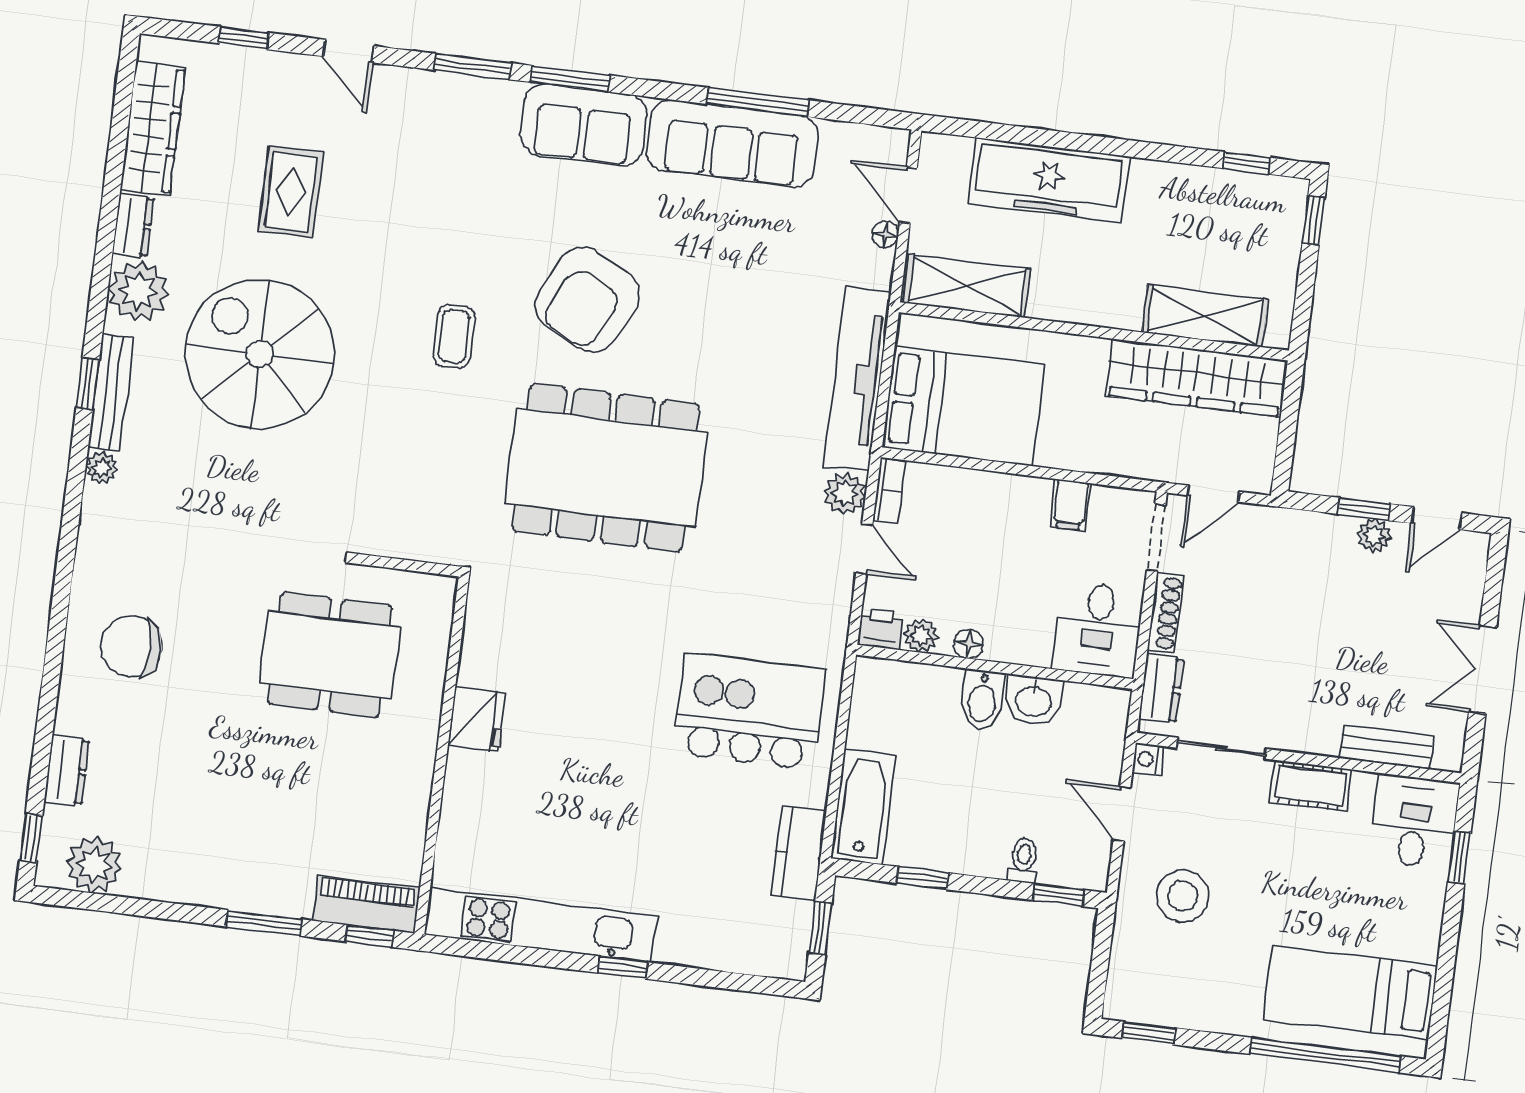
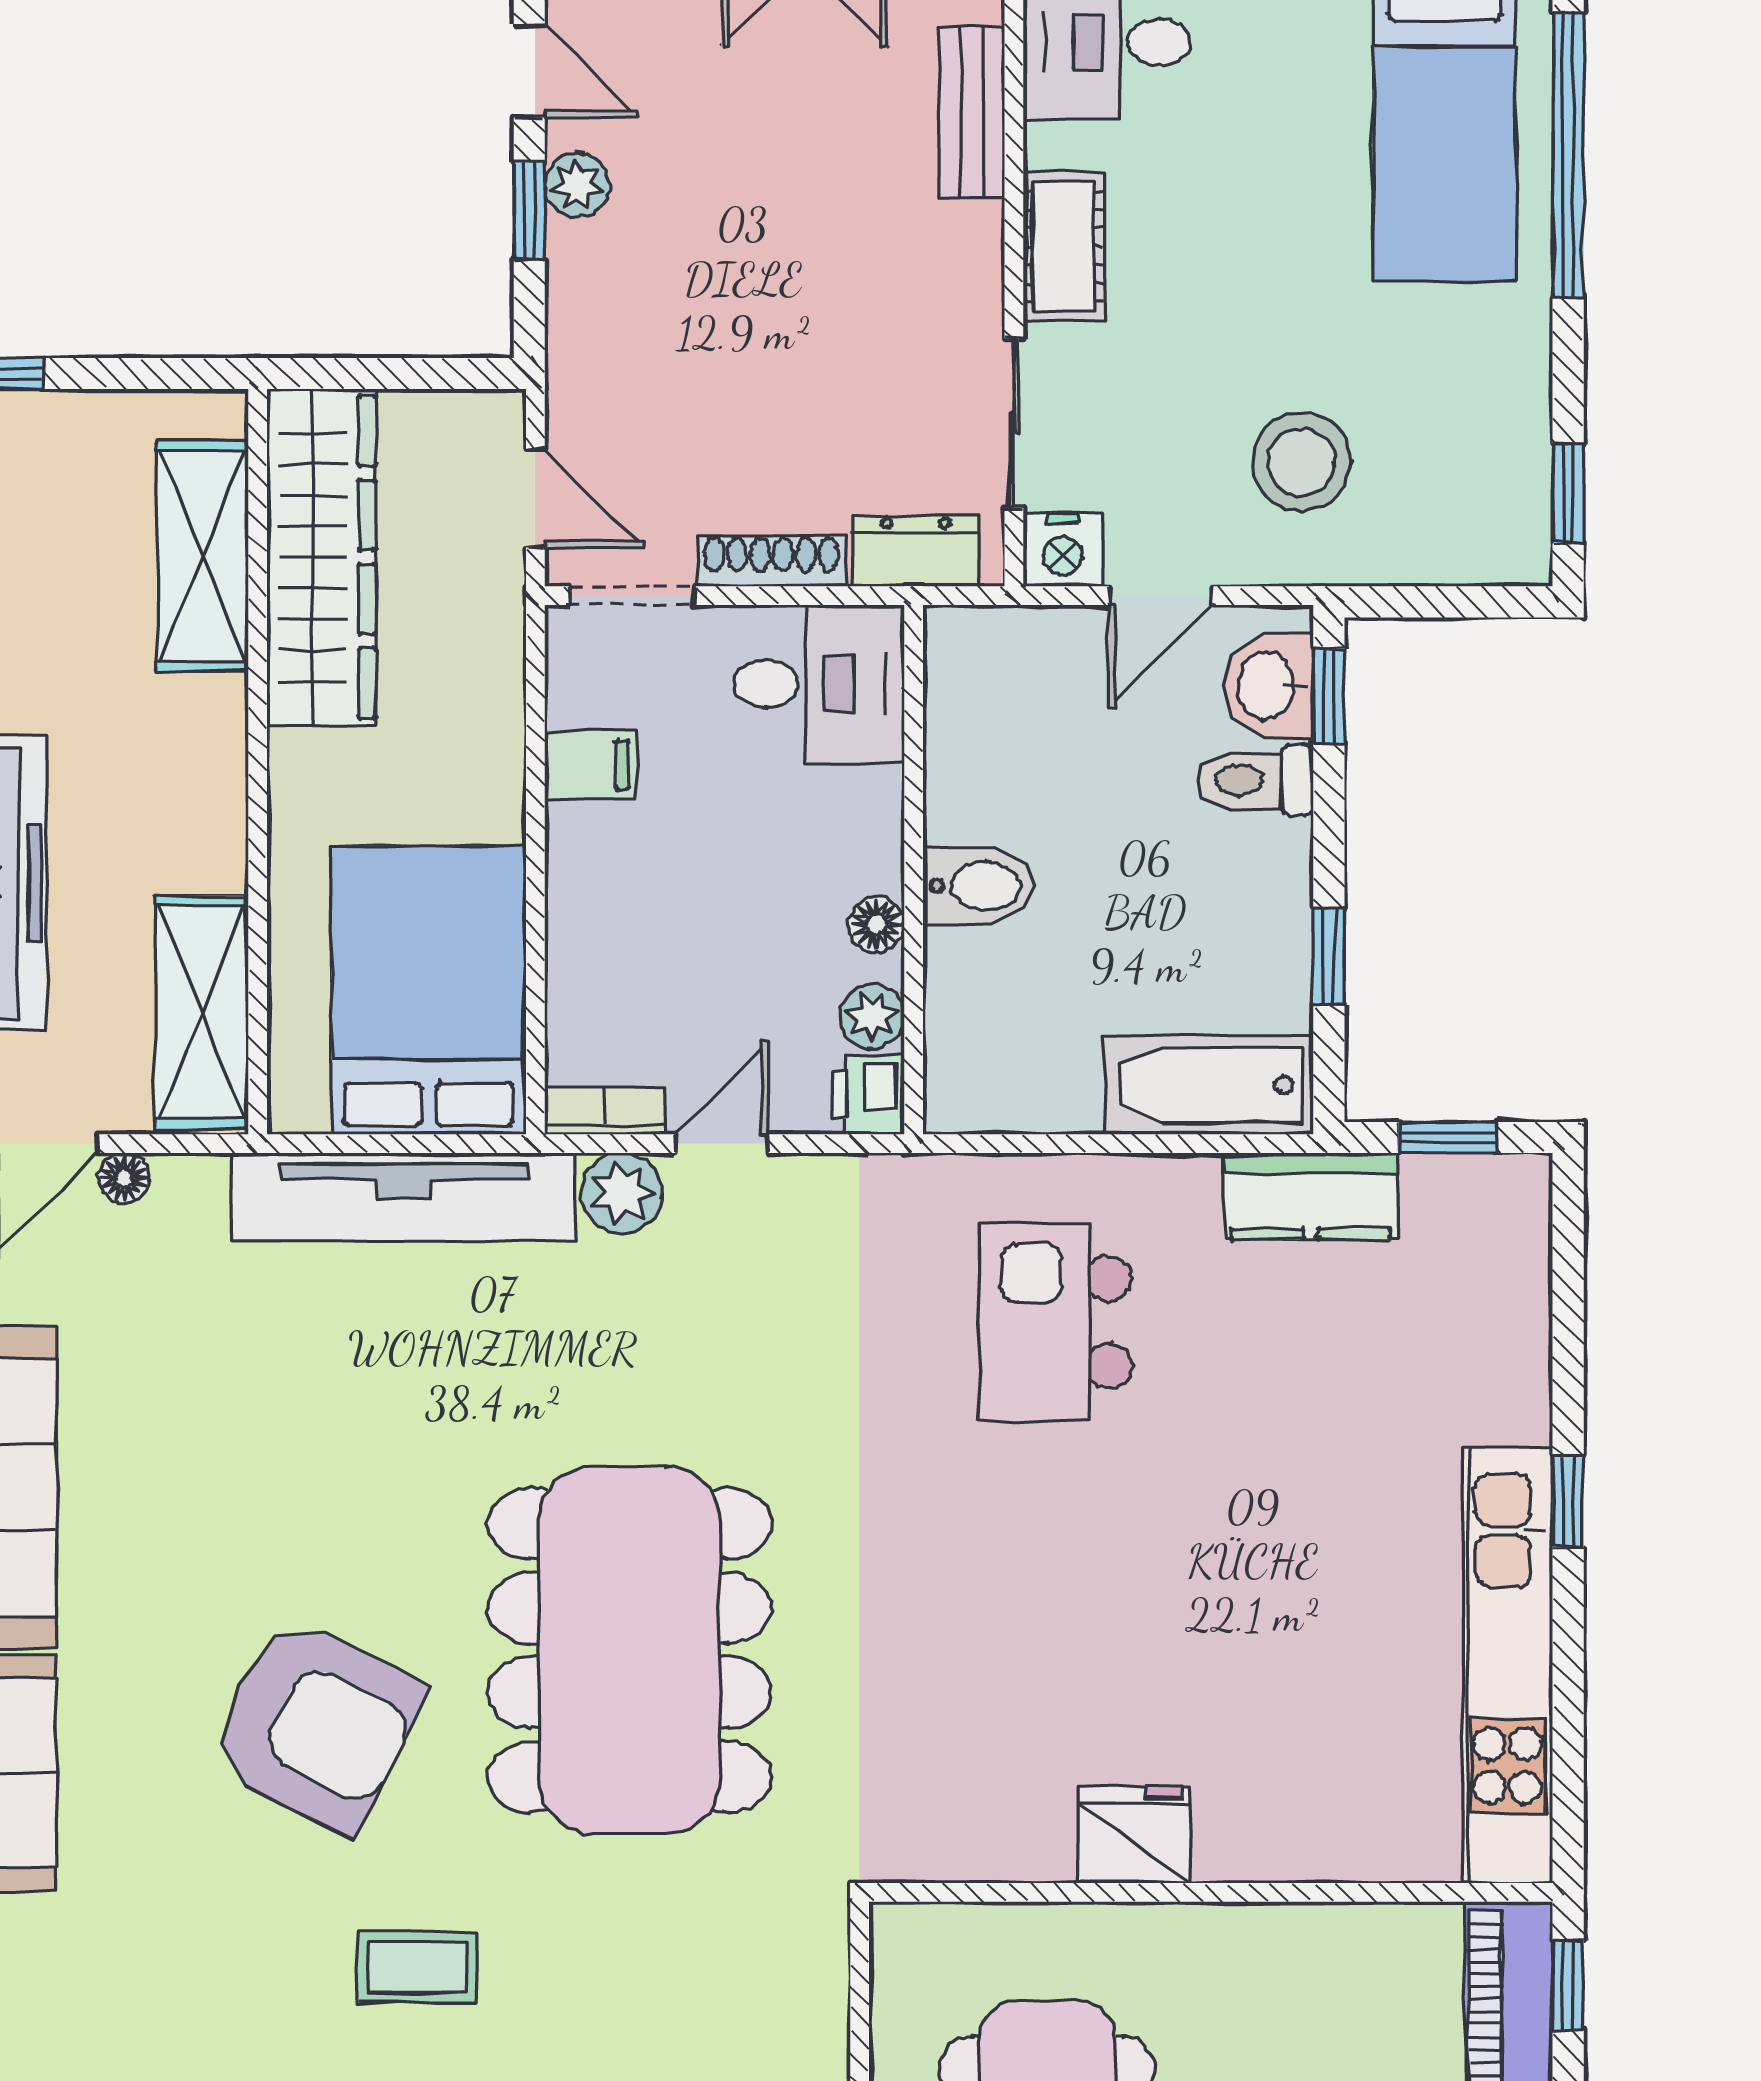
washbasin: (1034, 700) -> (1269, 686), moved, turned 180
kitchen island: (749, 712) -> (1056, 1322), width x0.73, depth x0.78
nightstand: (1148, 759) -> (1063, 550), width x1.39, depth x1.35
toilet: (1023, 860) -> (1255, 780), width x1.37, depth x1.39

